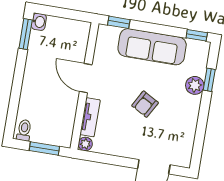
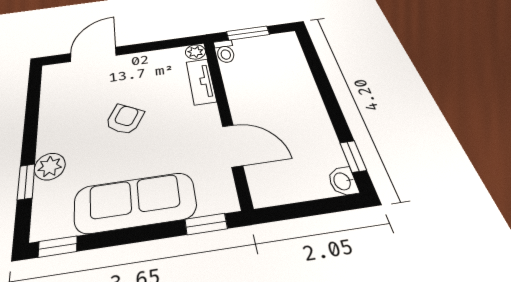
window: (26, 34) -> (353, 156), width x0.67
door: (86, 78) -> (232, 146), moved
toilet: (24, 130) -> (225, 52), moved

